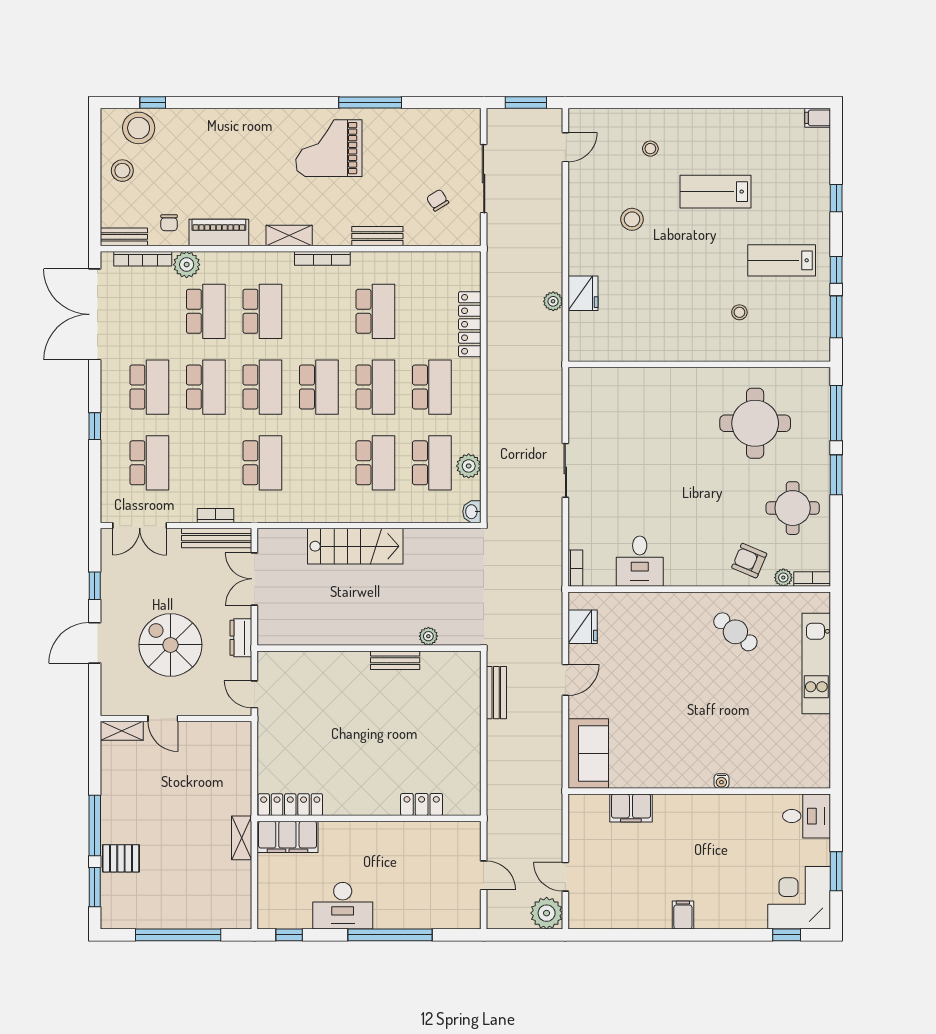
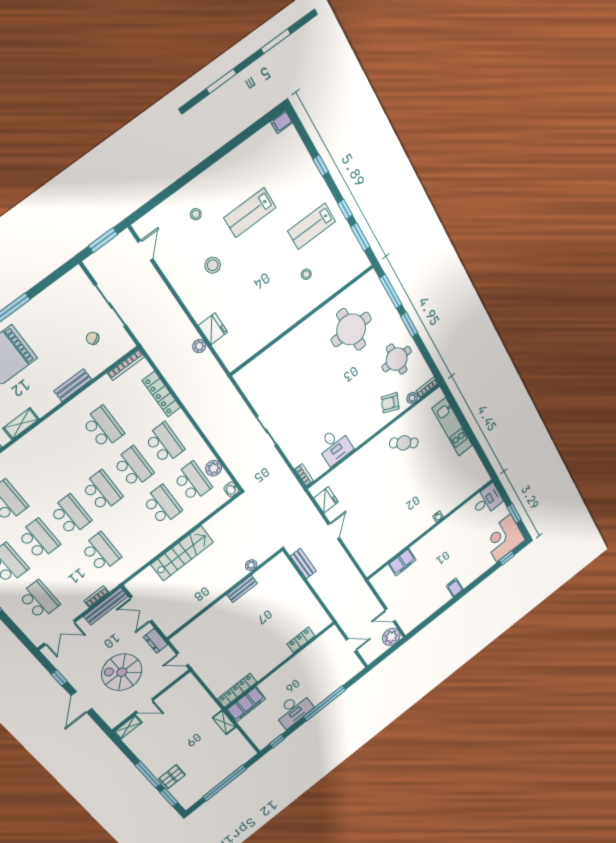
bookcase: (322, 258) -> (126, 365), moved
school desk: (262, 311) -> (39, 476), removed
sofa: (588, 753) -> (367, 555), removed

